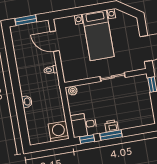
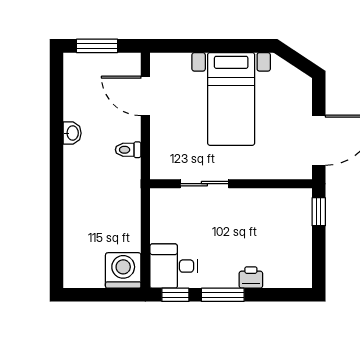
sliding door: (113, 77) -> (204, 184), moved
plant: (73, 91) -> (164, 197), removed
washbasin: (27, 102) -> (72, 133), moved
printer: (111, 126) -> (251, 278), moved

